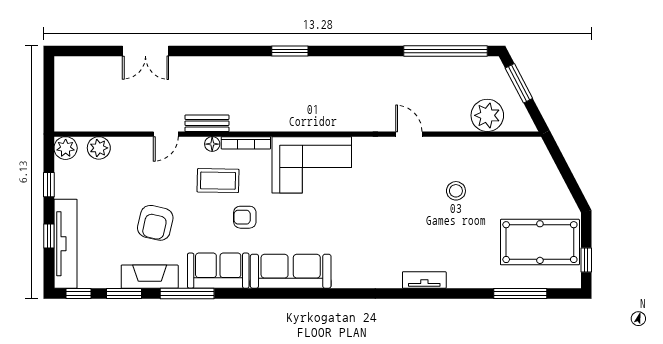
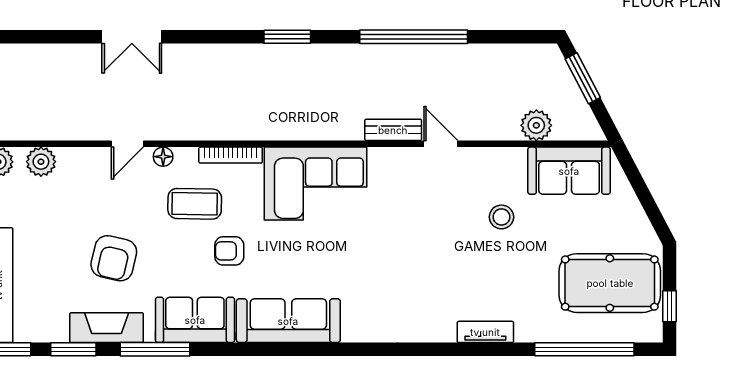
double door: (145, 51) -> (132, 37), moved
window: (446, 51) -> (414, 37), moved
plant: (487, 115) -> (536, 125), width x0.73, depth x0.73
bench: (207, 123) -> (393, 130), moved
floor lamp: (212, 144) -> (163, 157), moved
sofa: (508, 155) -> (569, 171), added
tv unit: (424, 280) -> (485, 332), moved
window: (520, 293) -> (584, 349), width x1.46

